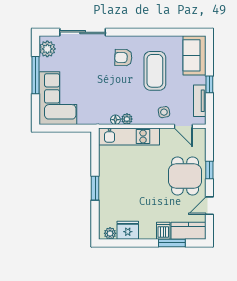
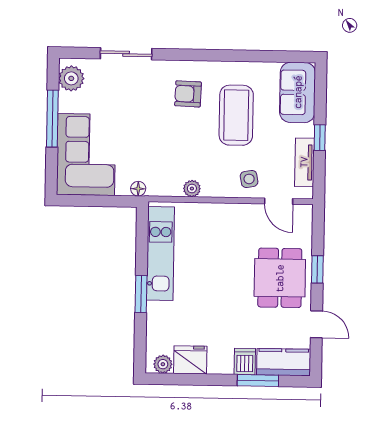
sliding door: (83, 32) -> (126, 54), width x0.73
floor lamp: (115, 120) -> (138, 189), moved
kitchen unit: (129, 137) -> (160, 253), moved, turned -90
door: (209, 206) -> (316, 324), swing flipped

